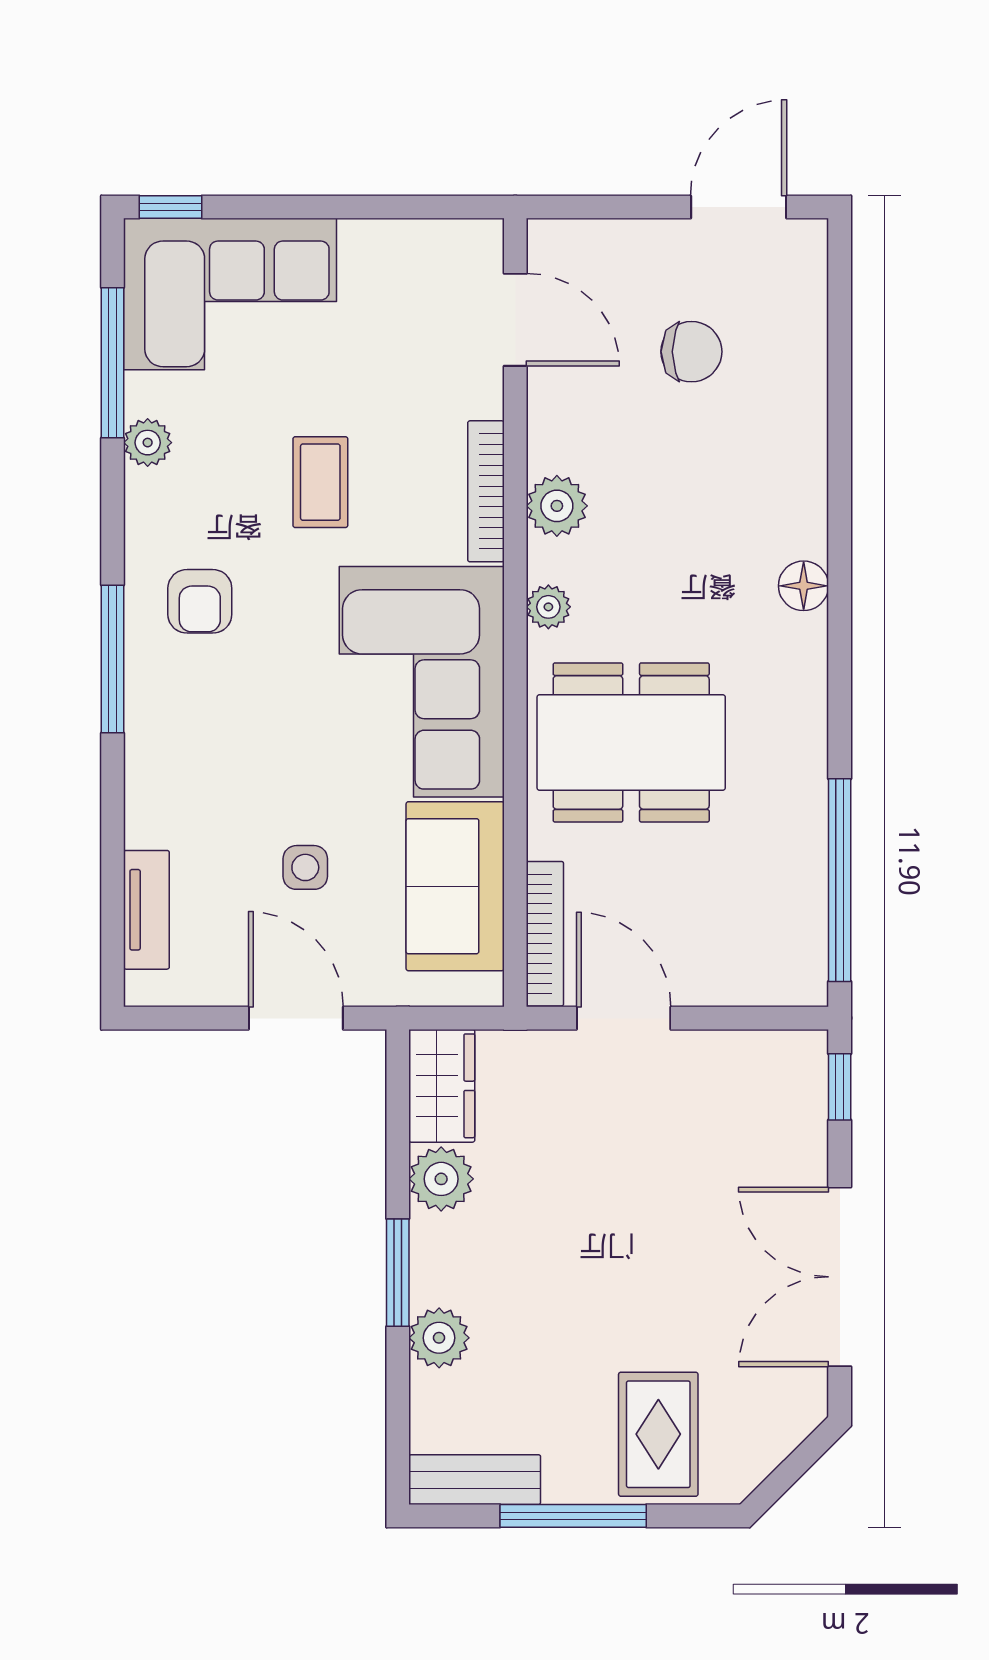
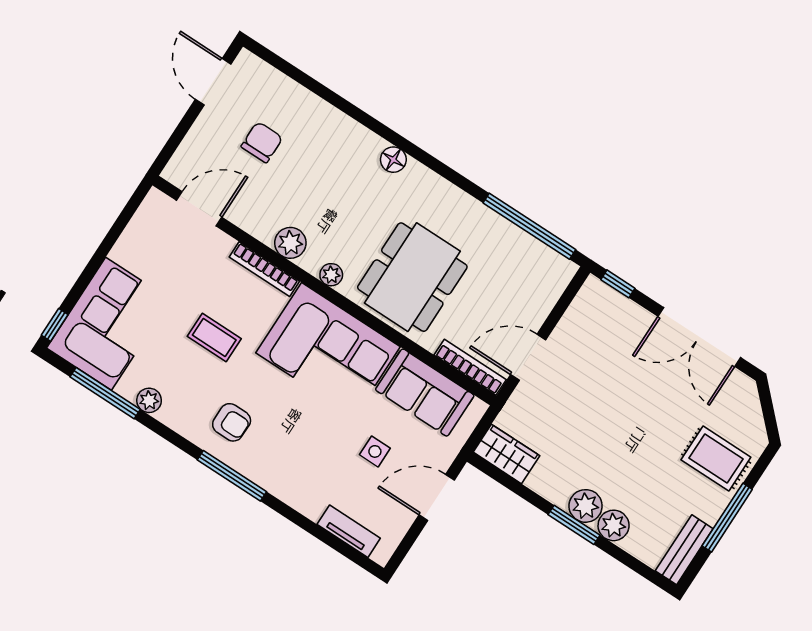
plant: (441, 1179) -> (586, 506), moved

